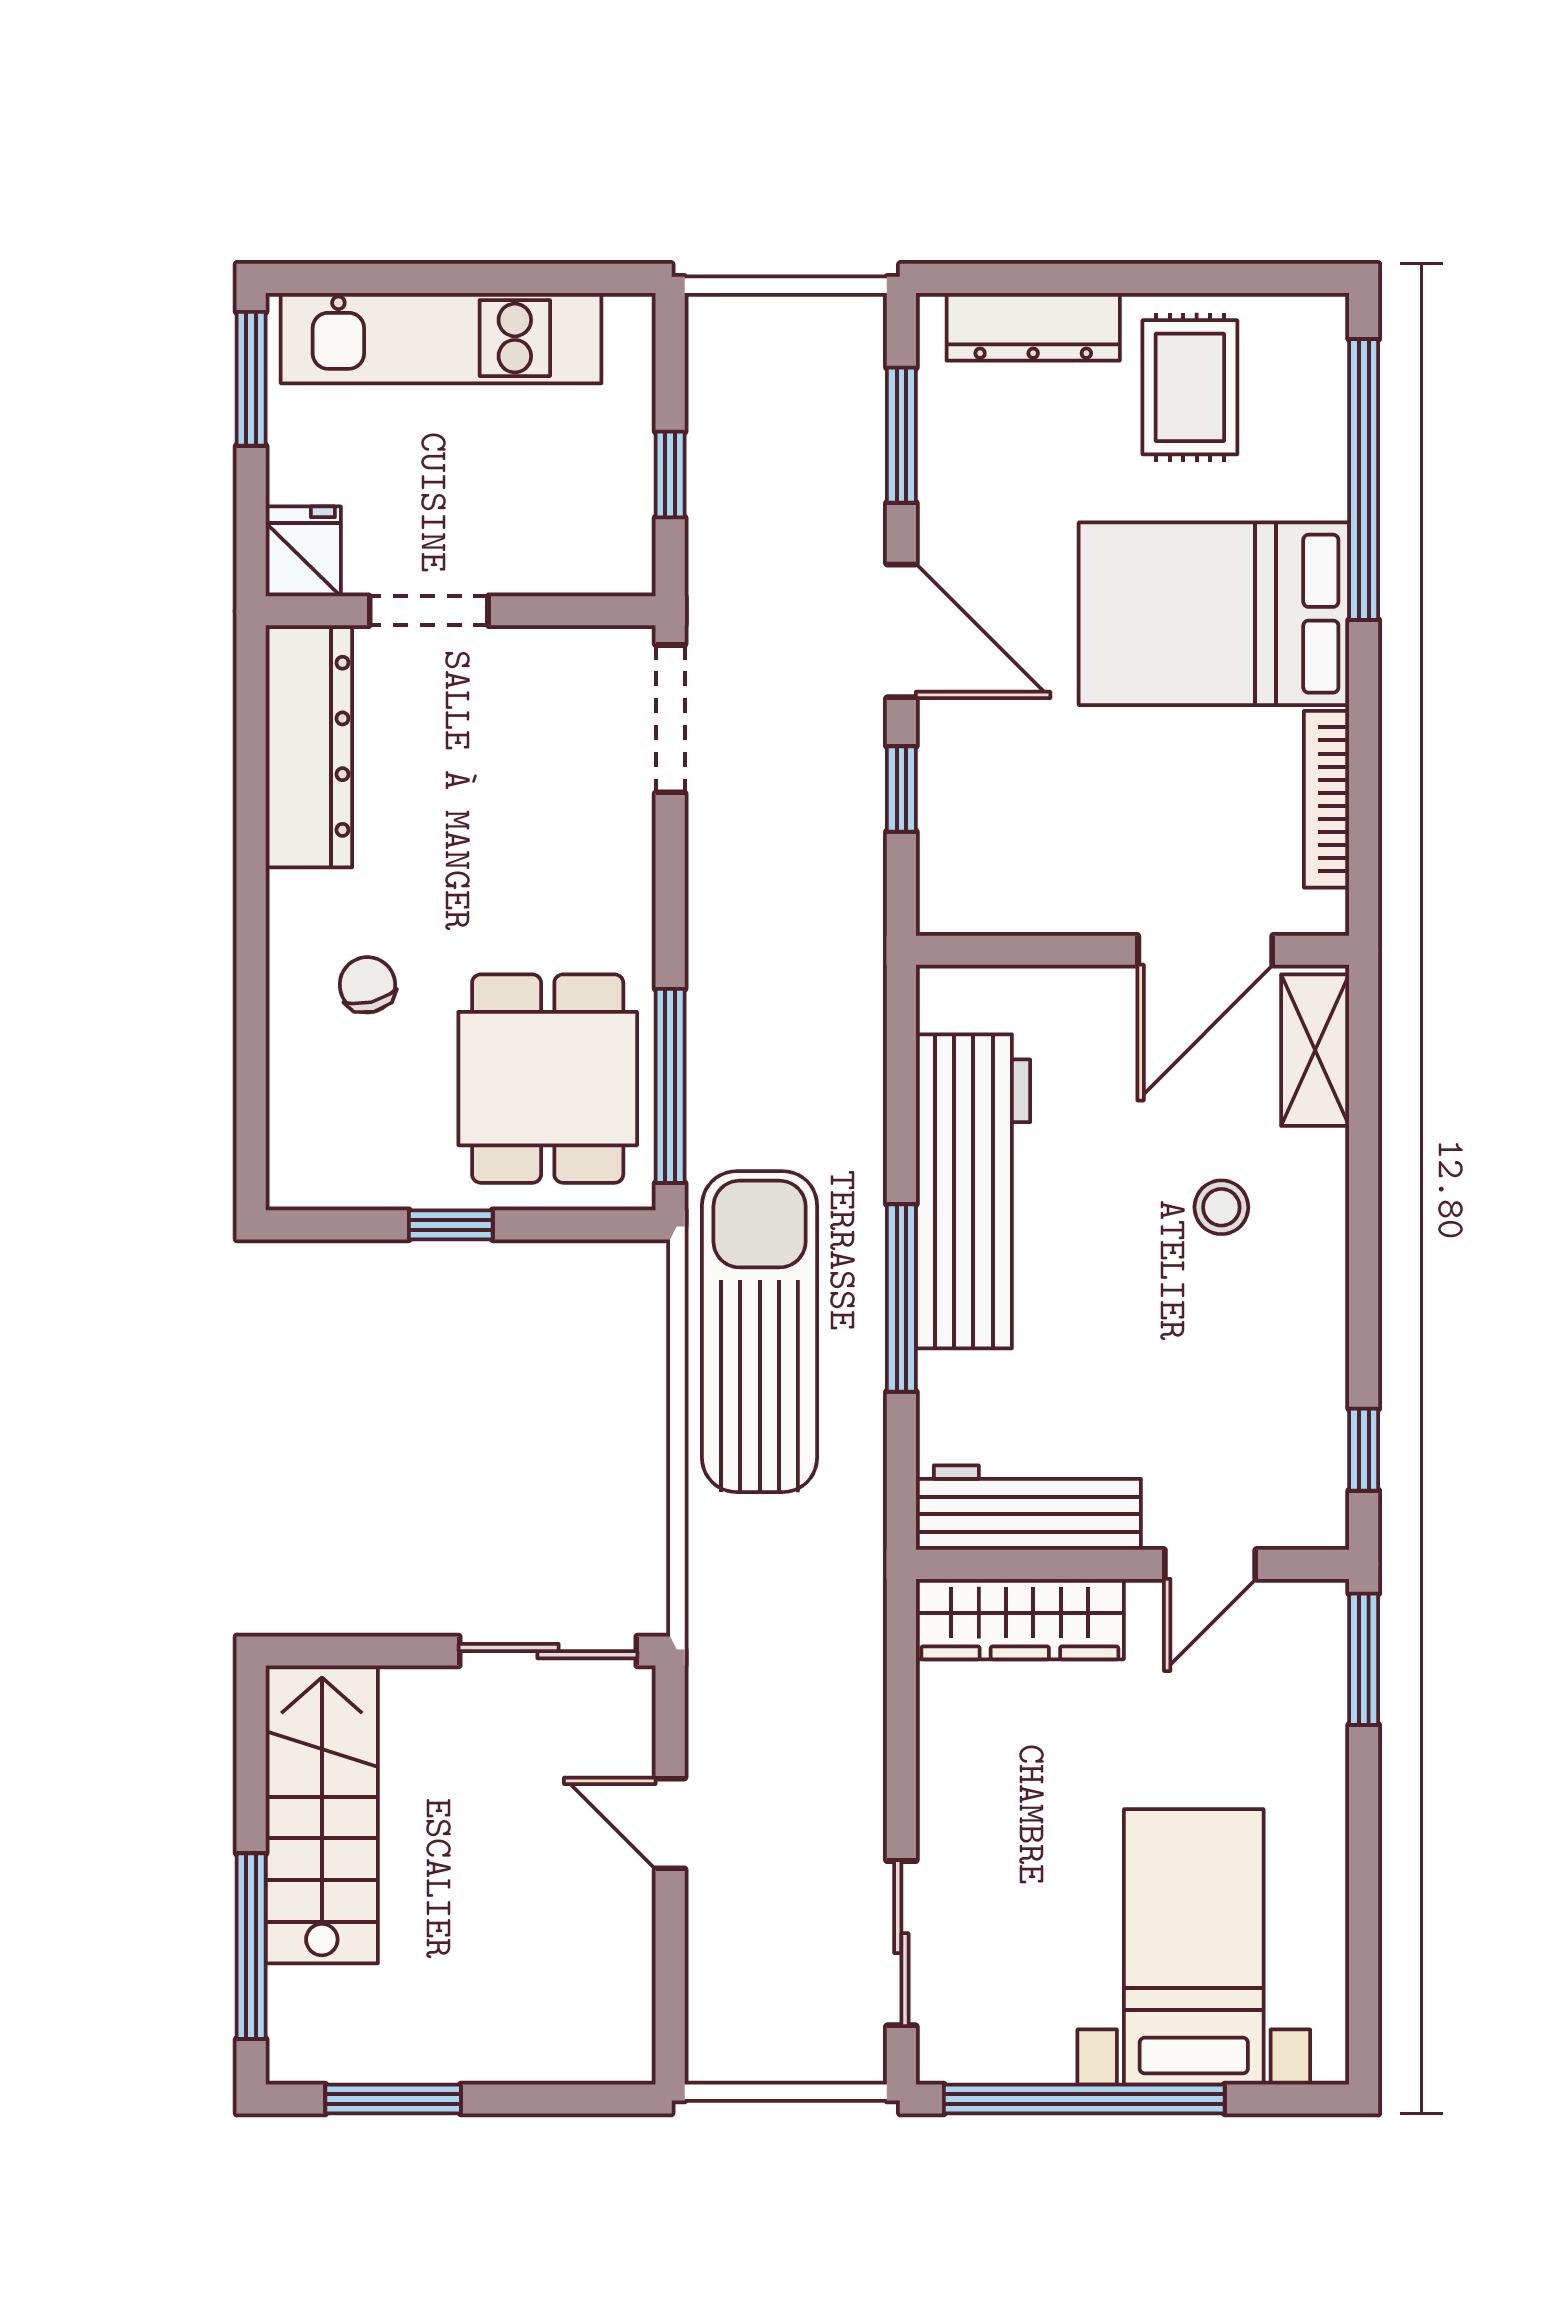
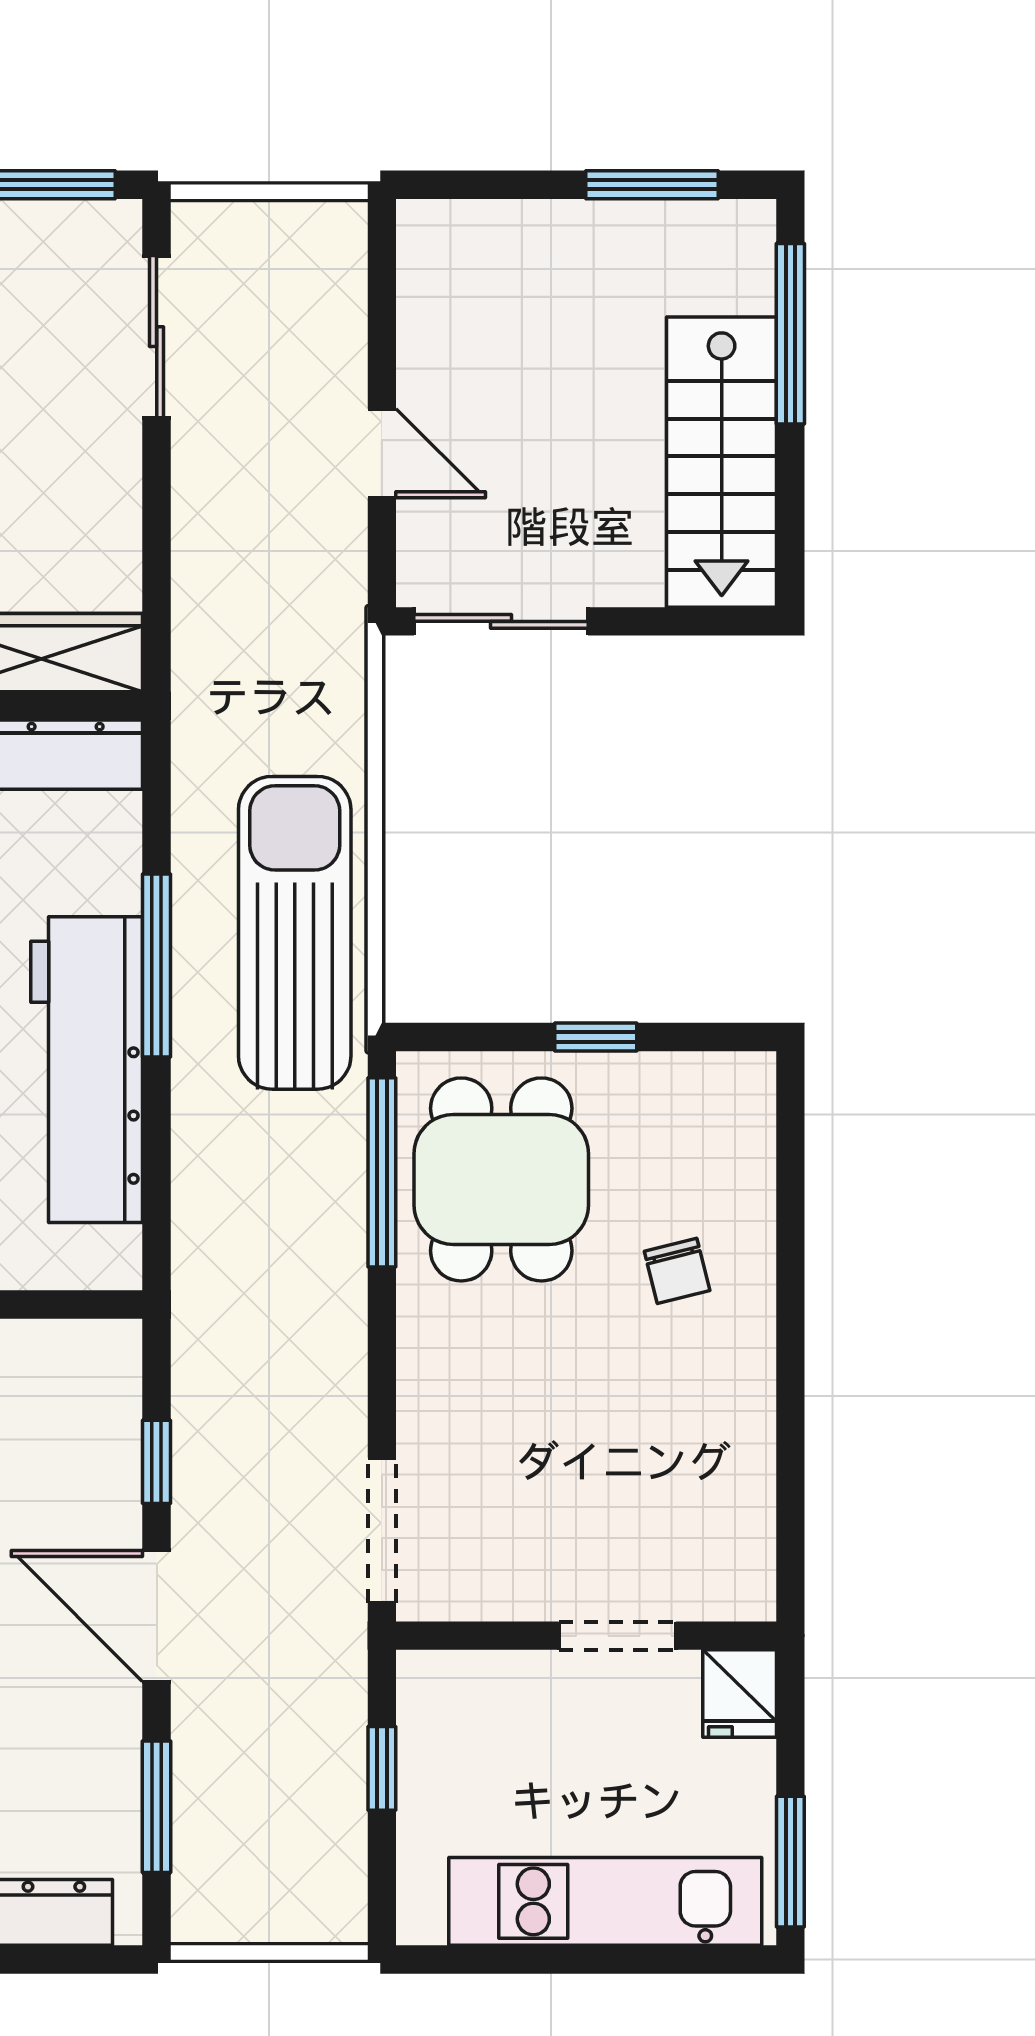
dresser: (309, 746) -> (734, 1503), removed
sun lounger: (760, 1332) -> (295, 933), turned 180

